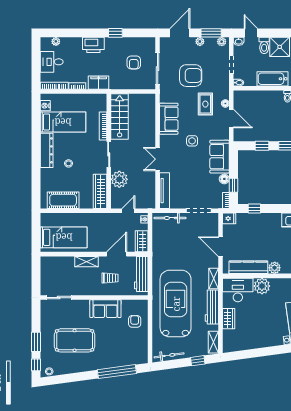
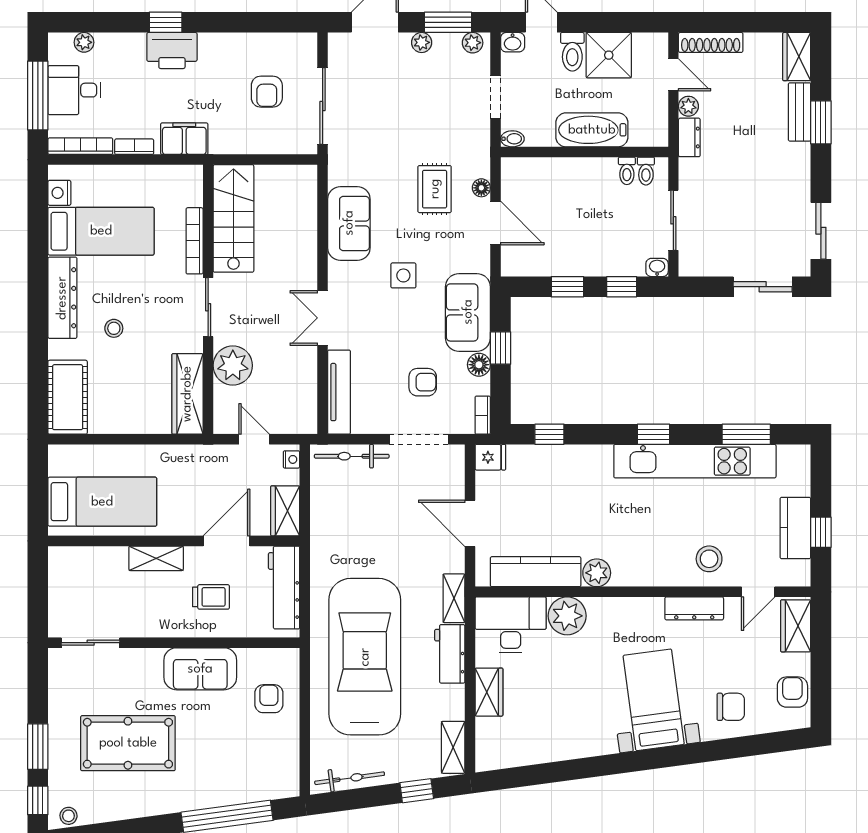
window: (115, 33) -> (166, 22), moved
window: (36, 64) -> (38, 95), added
armchair: (191, 76) -> (423, 382), moved, width x0.53, depth x0.53
window: (233, 185) -> (501, 348), moved
cot: (63, 200) -> (68, 397), moved, turned 90
door: (128, 211) -> (254, 439), hinge flipped
workbench: (212, 307) -> (450, 654), width x0.73

